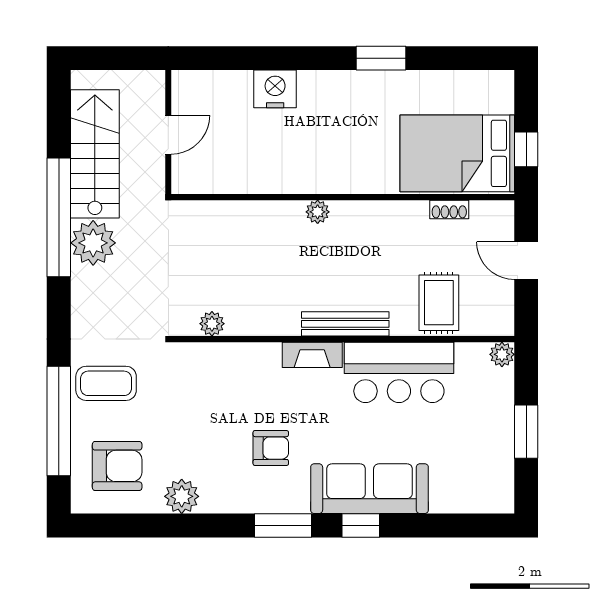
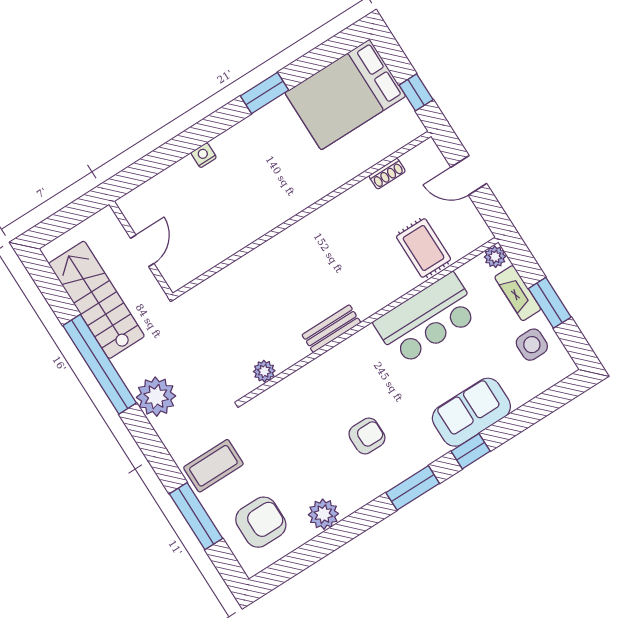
nightstand: (275, 89) -> (204, 155), width x0.53, depth x0.56
bed: (457, 153) -> (345, 94), moved
plant: (318, 212) -> (290, 238), removed
plant: (93, 243) -> (156, 397), moved
bench: (345, 324) -> (331, 329), moved, width x0.73
fireplace: (312, 355) -> (518, 293), moved, turned 90
window: (59, 421) -> (196, 516), width x0.68
side table: (484, 461) -> (532, 345), added
sofa: (369, 489) -> (471, 412), width x0.73

